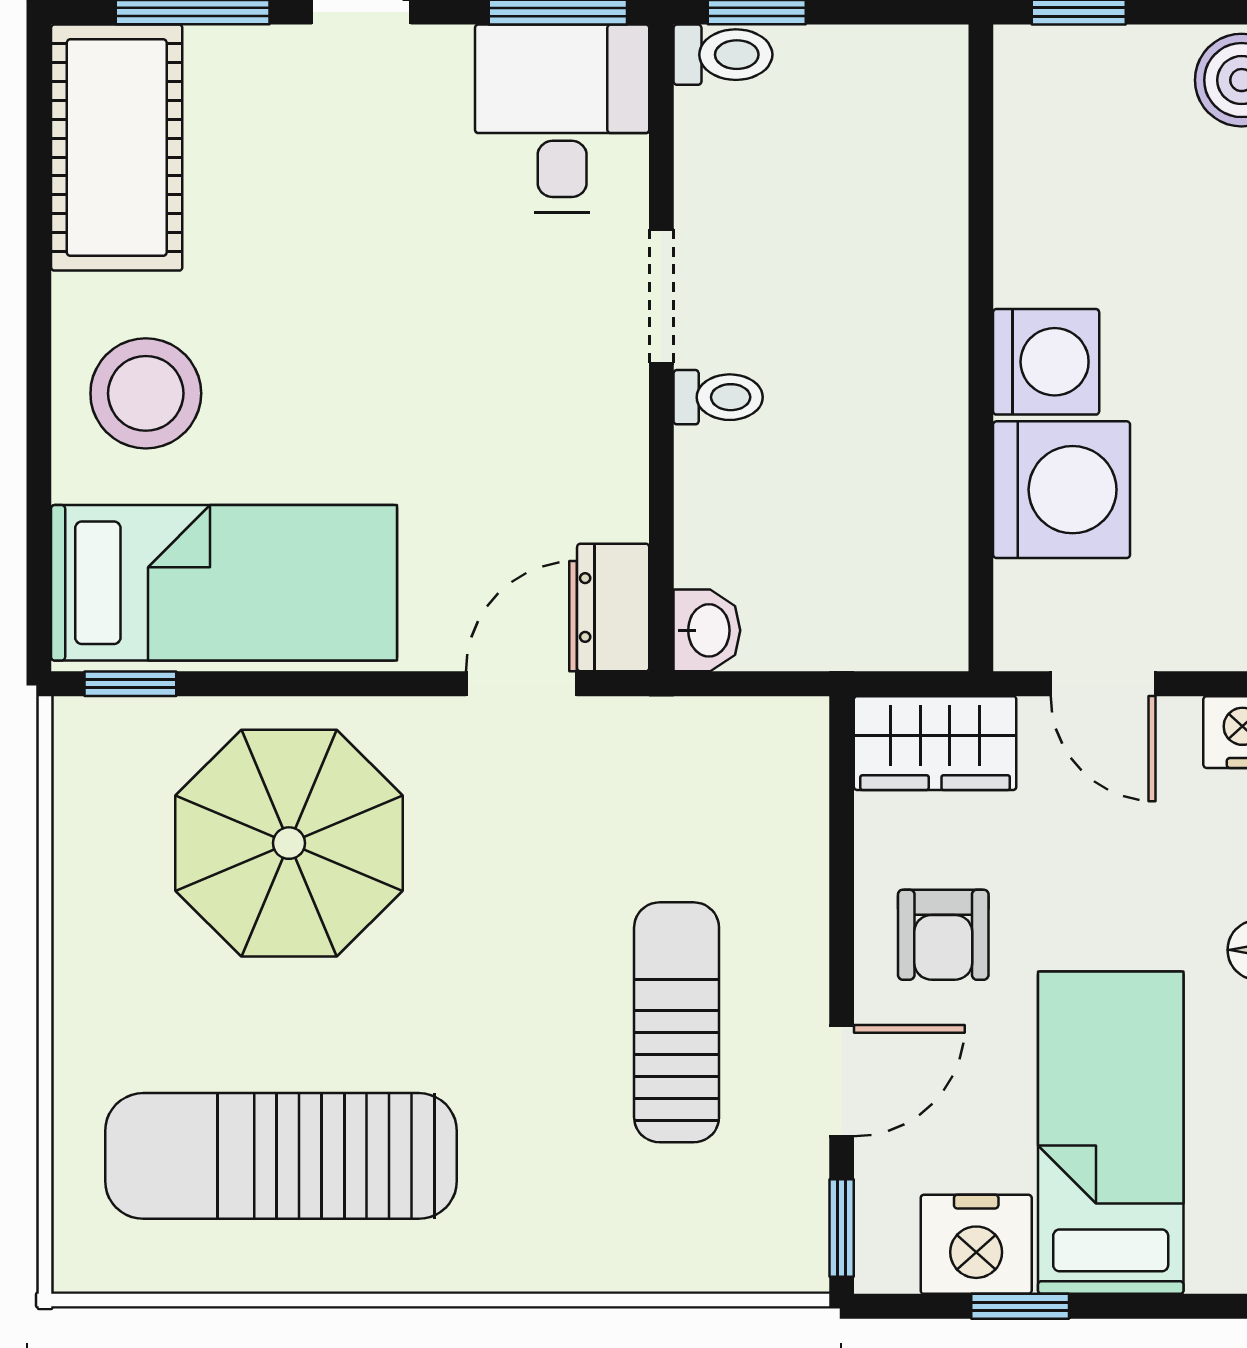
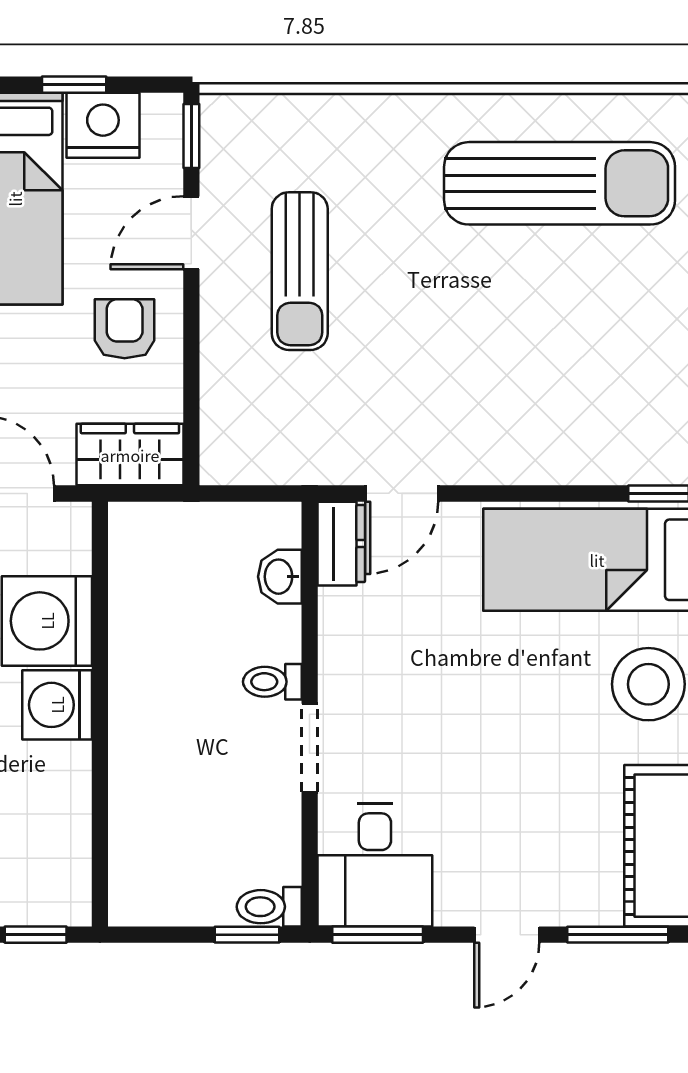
washbasin: (707, 630) -> (280, 577), moved
parasol: (289, 843) -> (554, 389), removed

